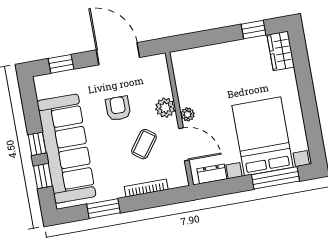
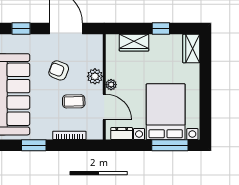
window: (254, 30) -> (161, 28), moved
wardrobe: (207, 56) -> (134, 43), added
armchair: (118, 108) -> (59, 70), turned -69
coffee table: (144, 144) -> (74, 101), turned 53

